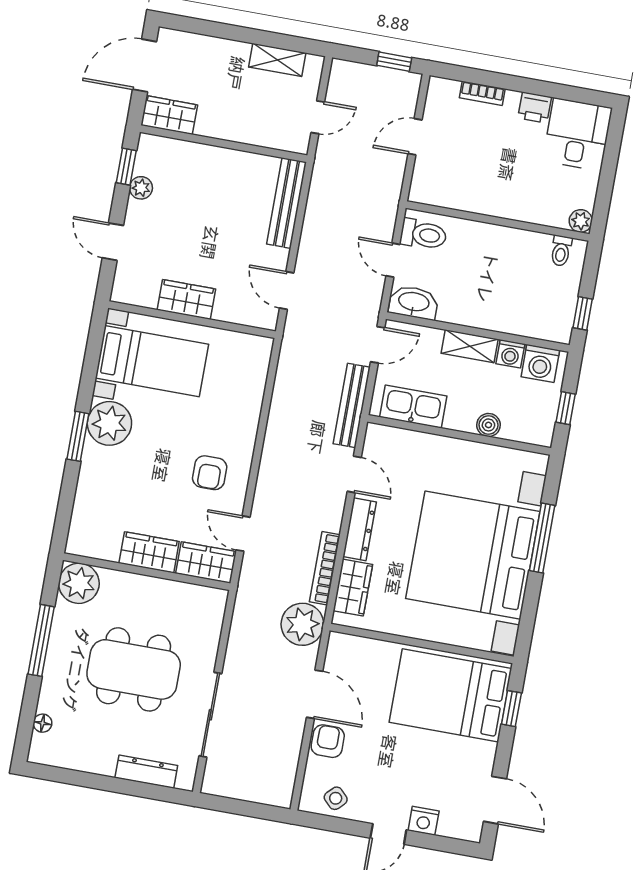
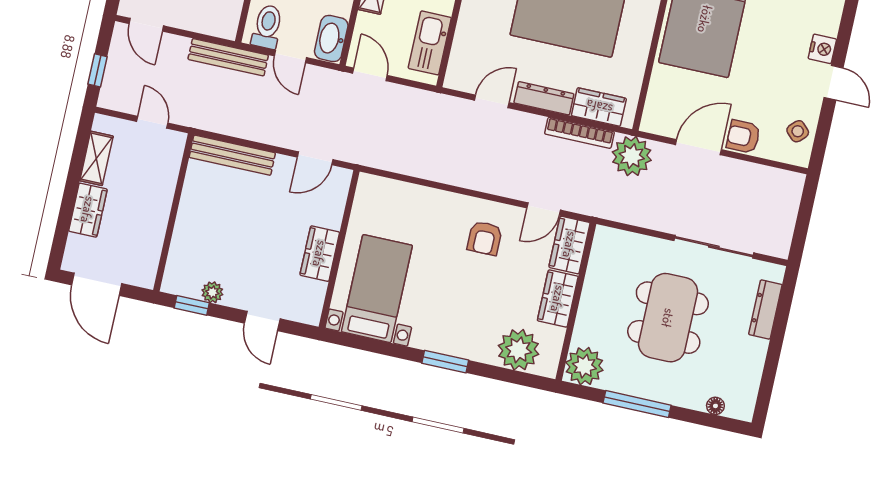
window: (394, 62) -> (97, 70), moved
wardrobe: (169, 115) -> (88, 210), moved, turned 180
door: (415, 137) -> (146, 25), moved
door: (113, 242) -> (262, 321), hinge flipped
door: (393, 260) -> (290, 57), hinge flipped
bench: (352, 405) -> (228, 57), moved
plant: (109, 423) -> (519, 350), moved
armchair: (210, 473) -> (485, 238), turned 90

